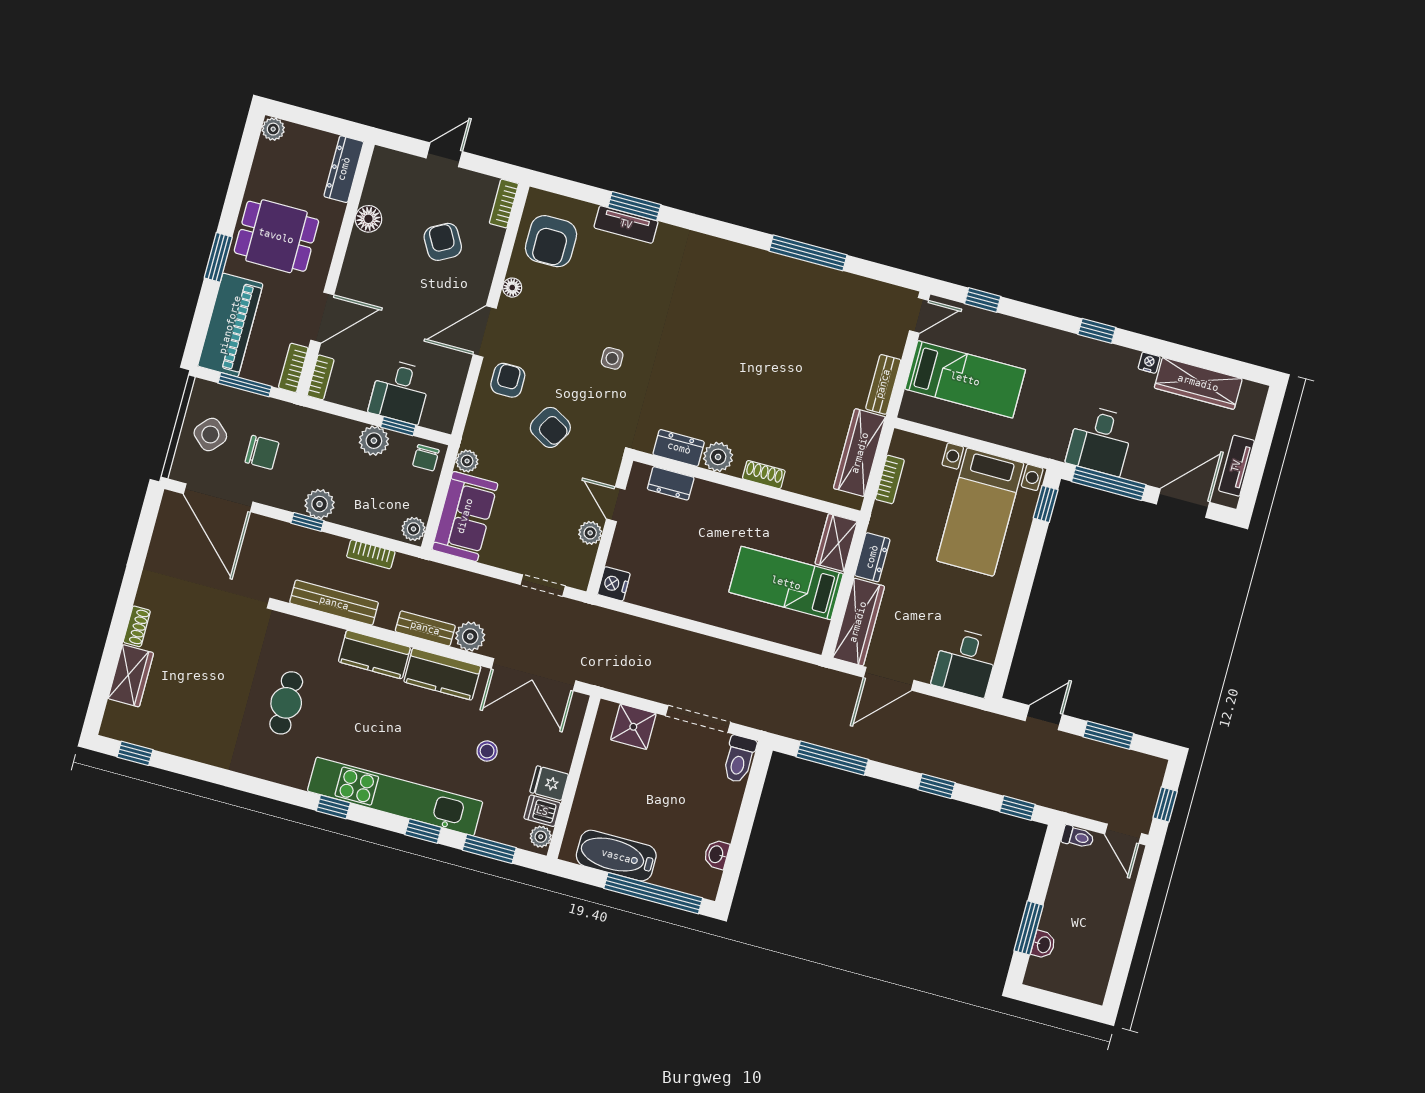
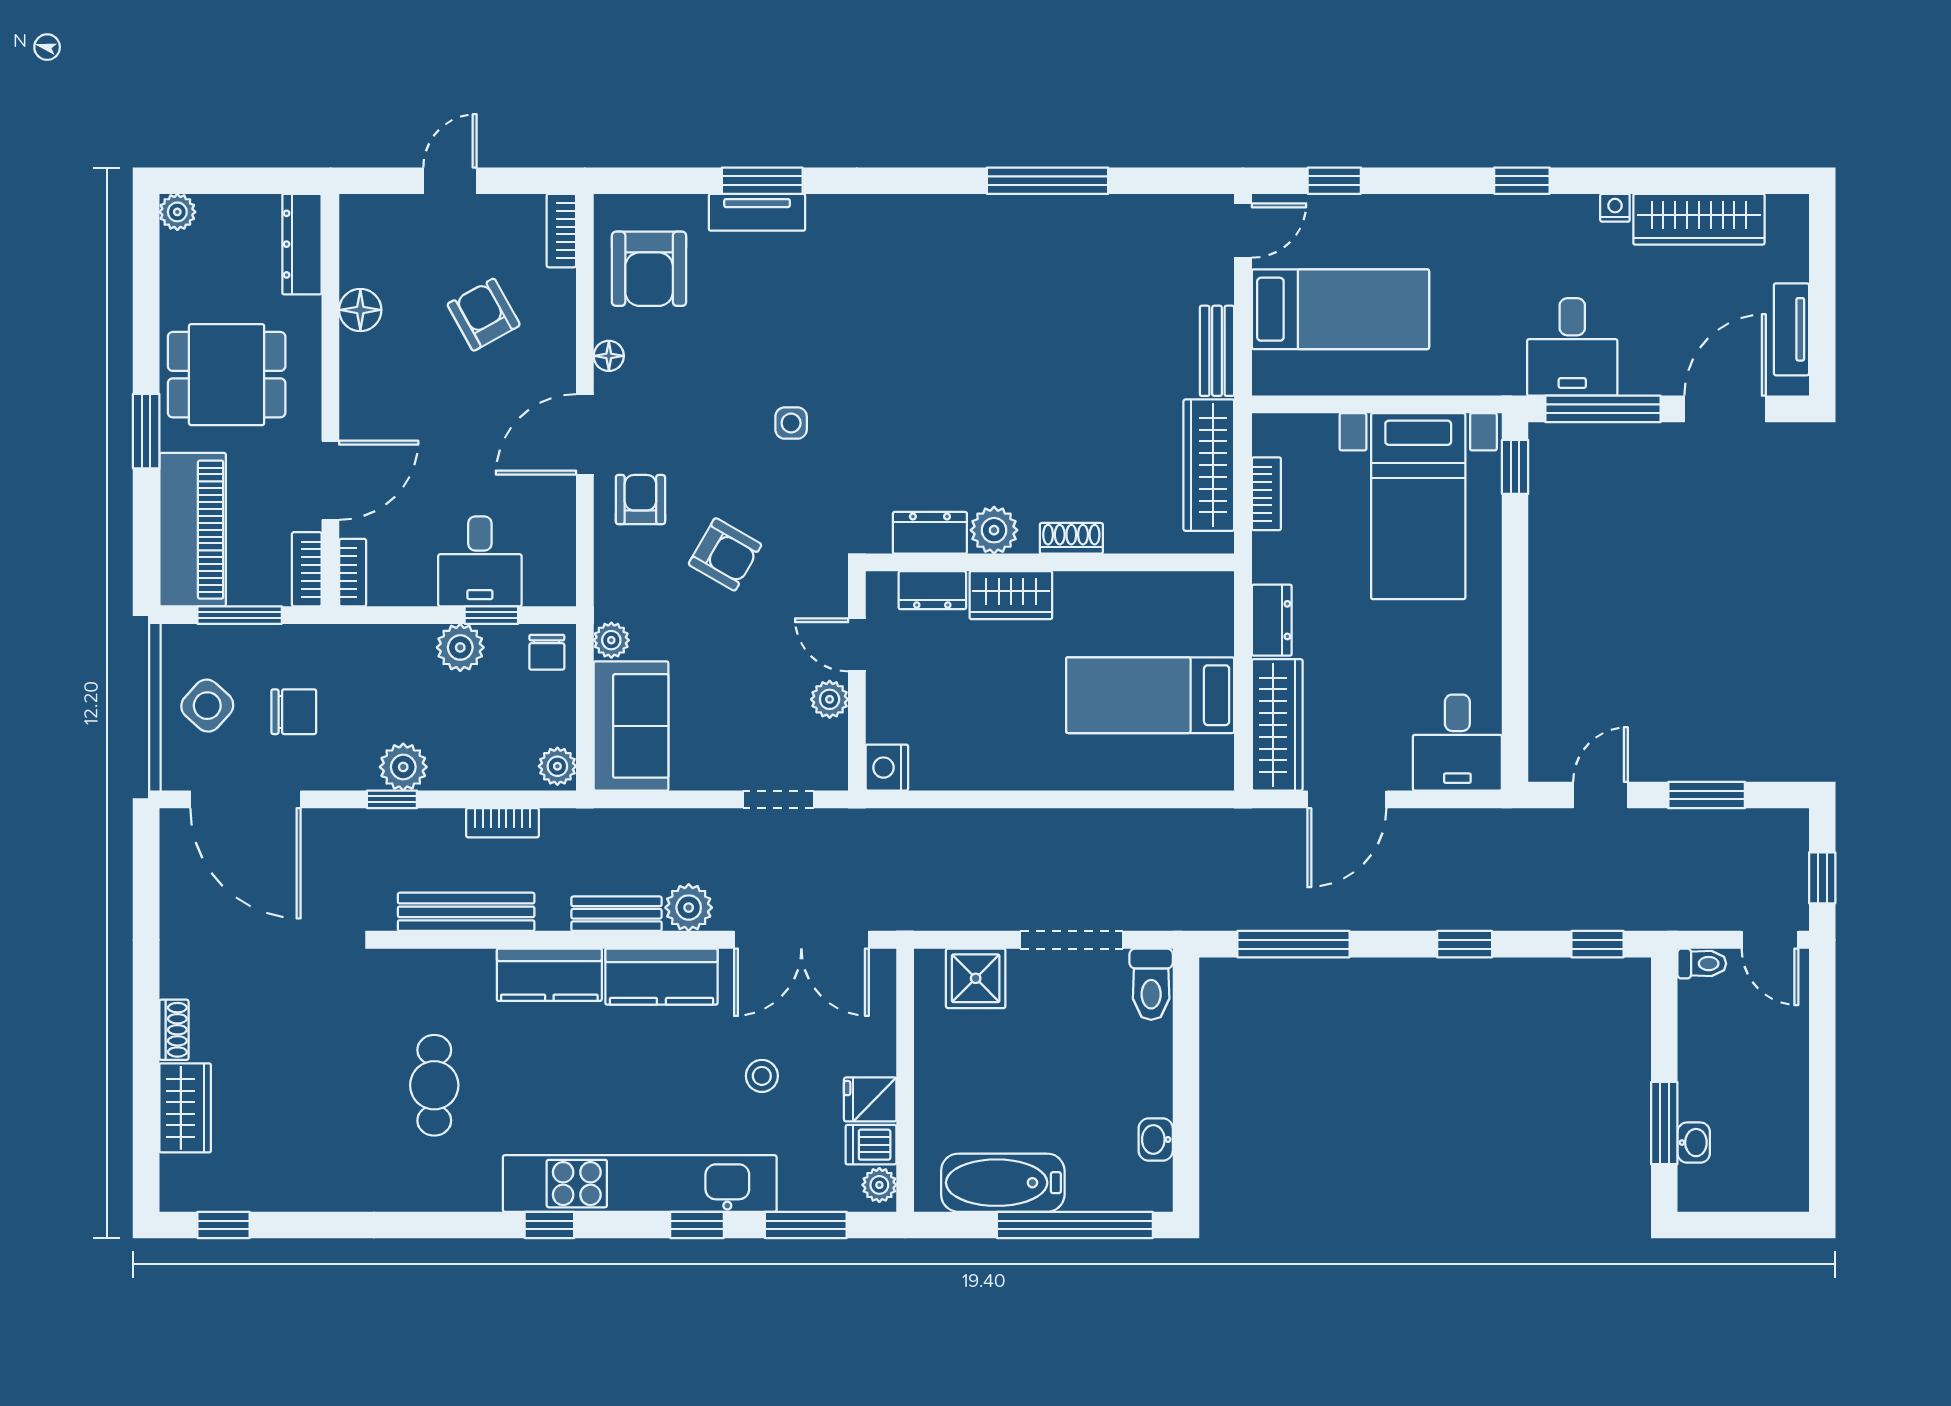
wardrobe: (836, 543) -> (1011, 595), moved, turned -90

